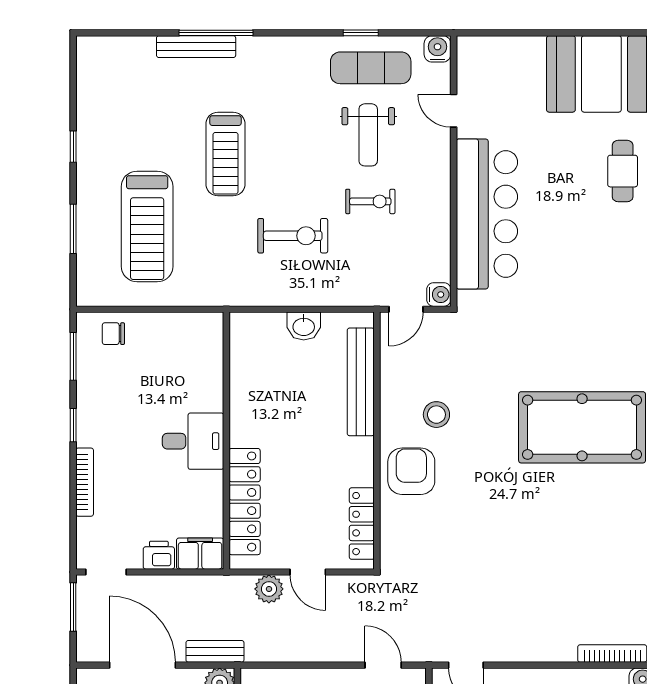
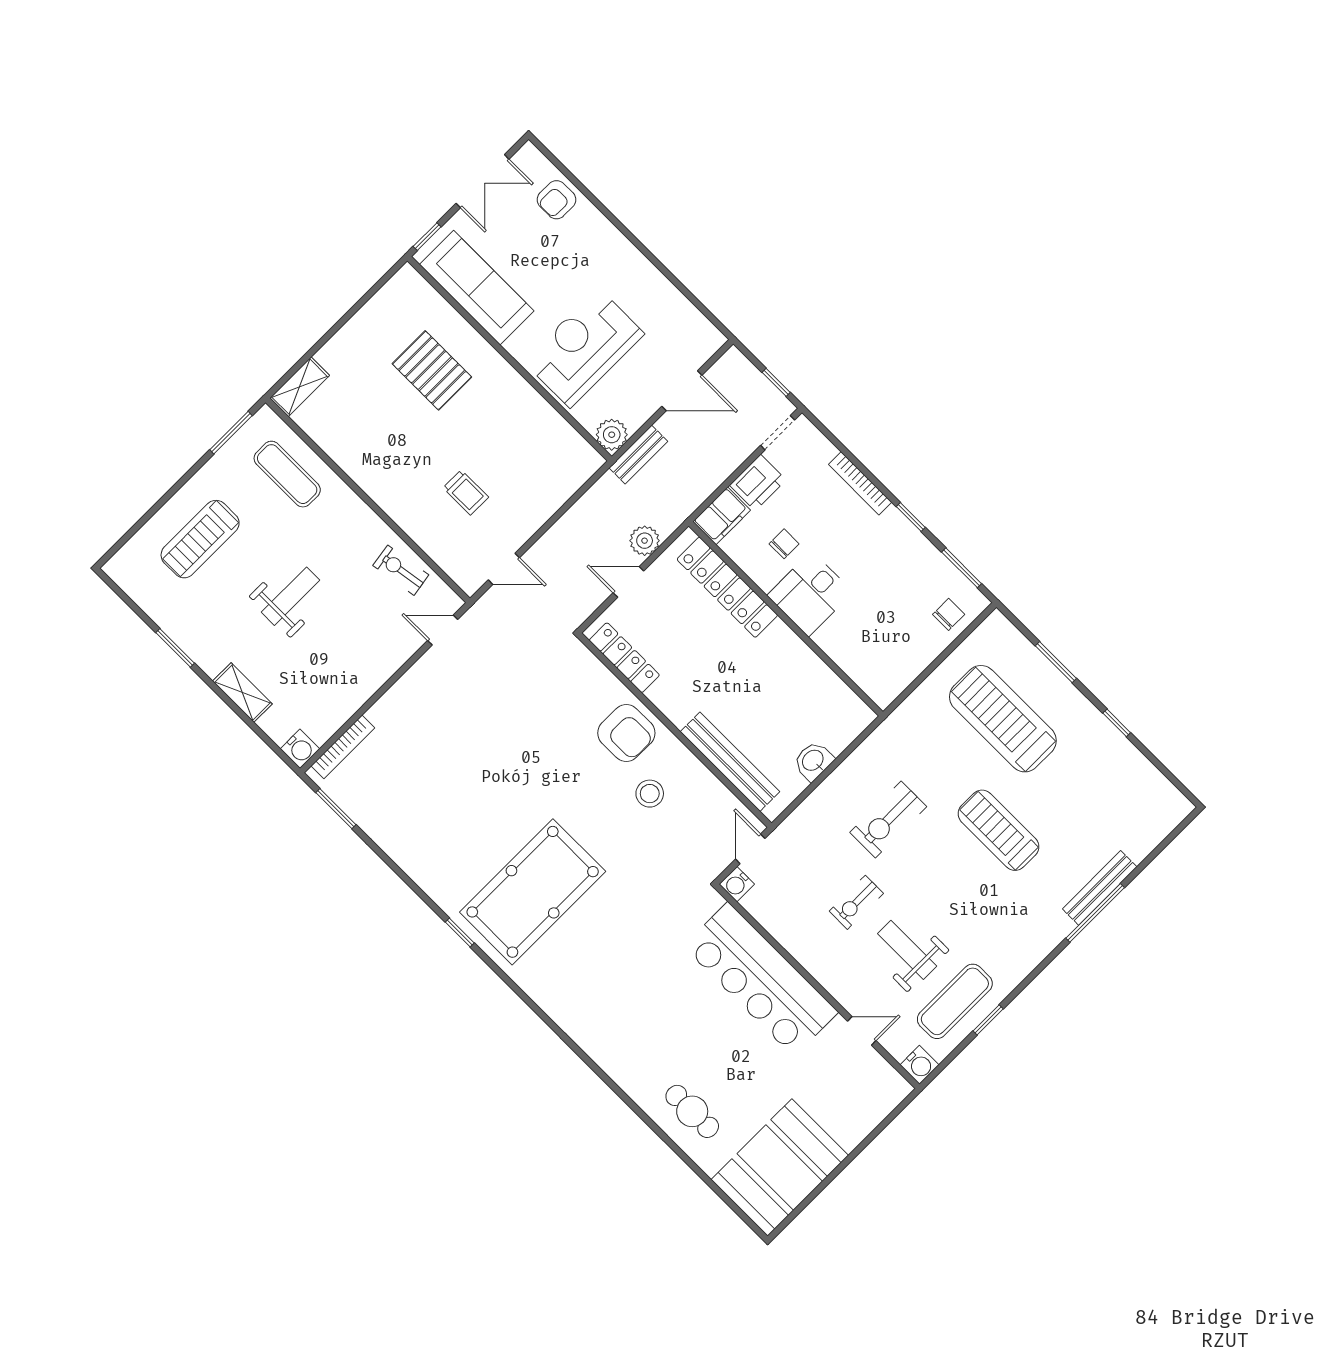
chair: (177, 493) -> (784, 544), added
printer: (159, 555) -> (758, 483), width x1.36, depth x1.24
window: (73, 607) -> (776, 382), width x0.67
door: (142, 665) -> (682, 391), width x0.73

